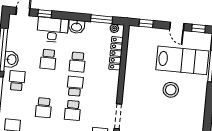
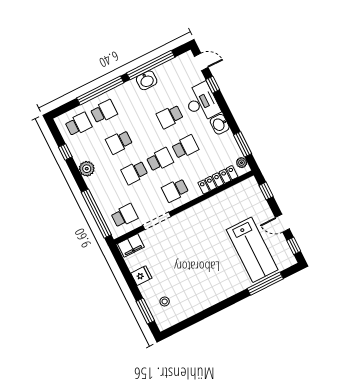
door: (177, 26) -> (282, 223), hinge flipped
school desk: (77, 62) -> (185, 147), turned 180
school desk: (17, 81) -> (104, 112), moved
school desk: (104, 89) -> (175, 190), added
stool: (171, 90) -> (216, 257), removed

